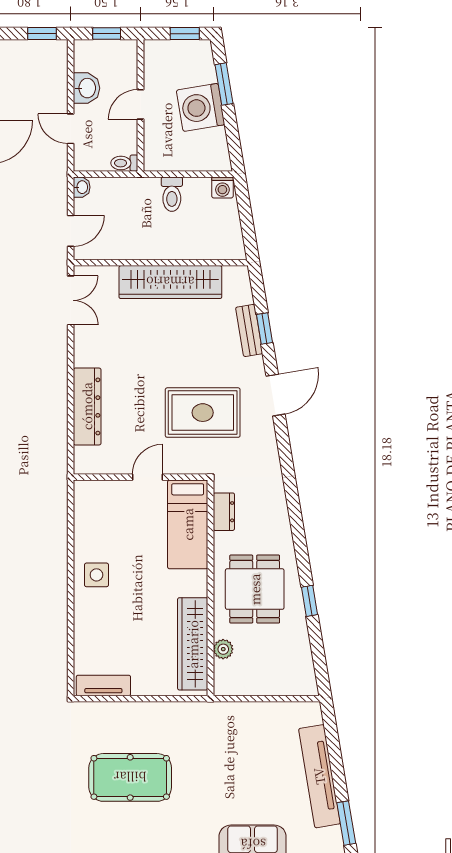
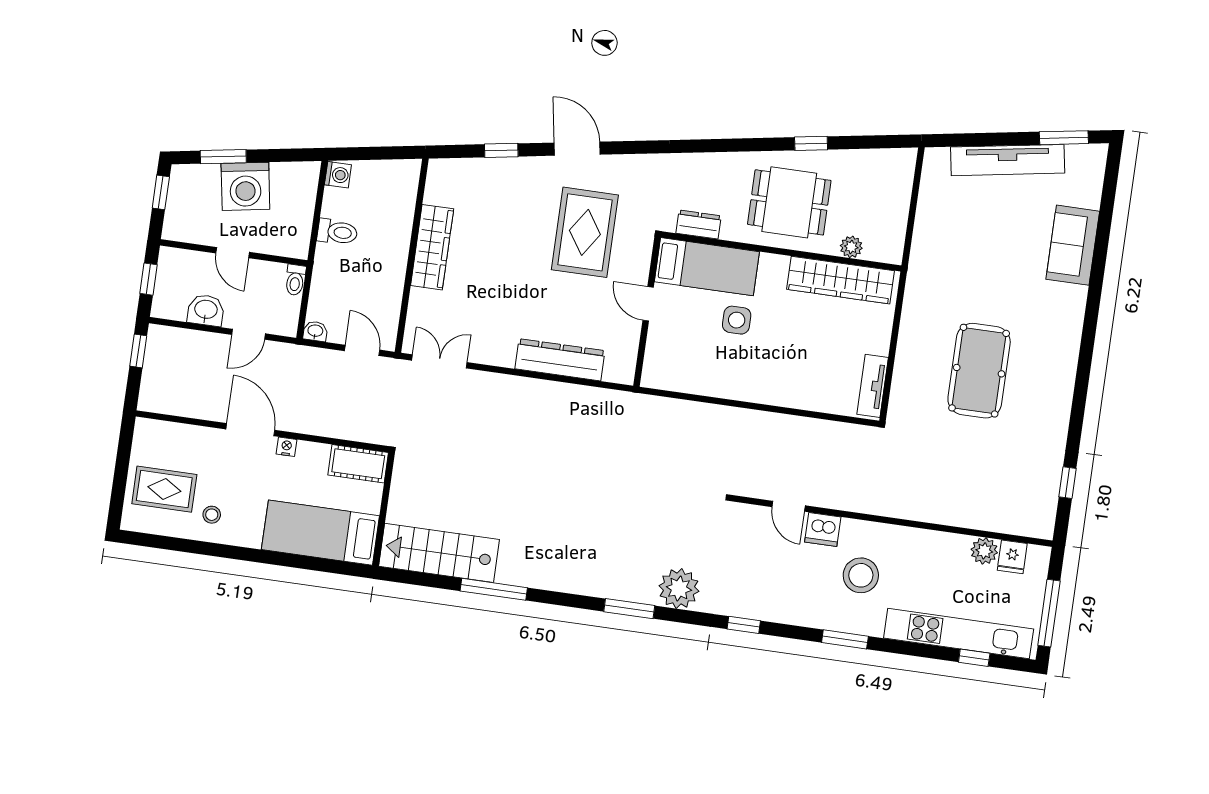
wardrobe: (170, 282) -> (432, 247), width x0.71, depth x0.85
bench: (249, 330) -> (501, 168), removed
side table: (96, 575) -> (737, 320), moved

